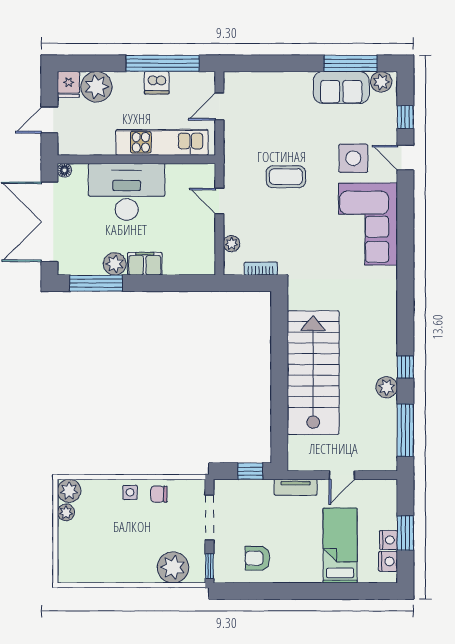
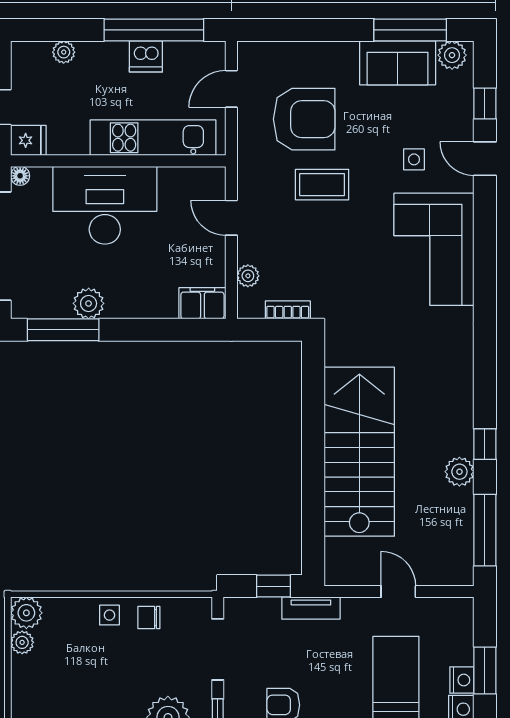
fridge: (68, 84) -> (28, 140), moved, turned -90
plant: (96, 87) -> (64, 52), width x0.53, depth x0.53
armchair: (273, 129) -> (304, 119), added
side table: (353, 158) -> (414, 159), width x0.54, depth x0.54
filing cabinet: (145, 264) -> (202, 303), moved
door: (342, 475) -> (398, 592), swing flipped
tv unit: (296, 487) -> (311, 608), moved

